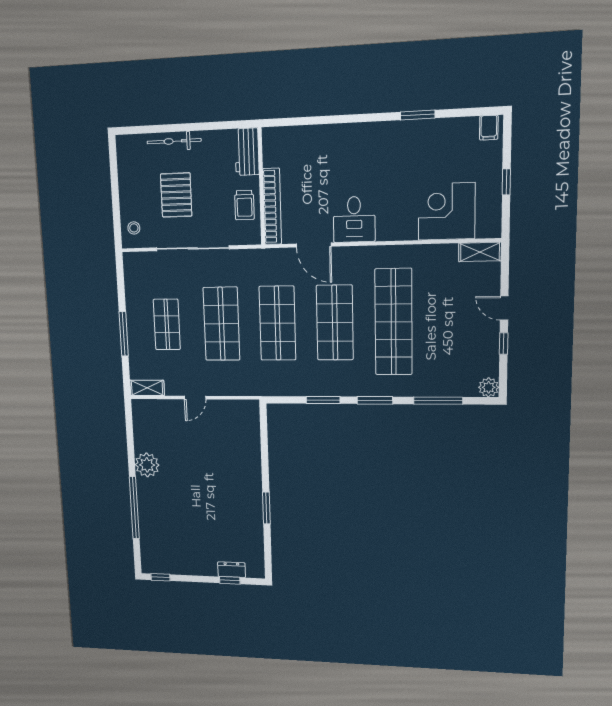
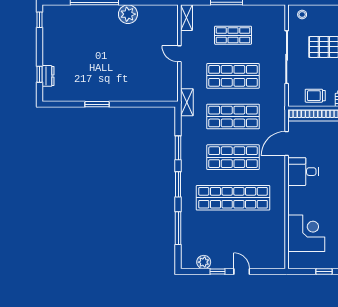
shelving: (480, 252) -> (187, 102), moved
door: (504, 308) -> (242, 272), hinge flipped
plant: (489, 387) -> (204, 262), moved

